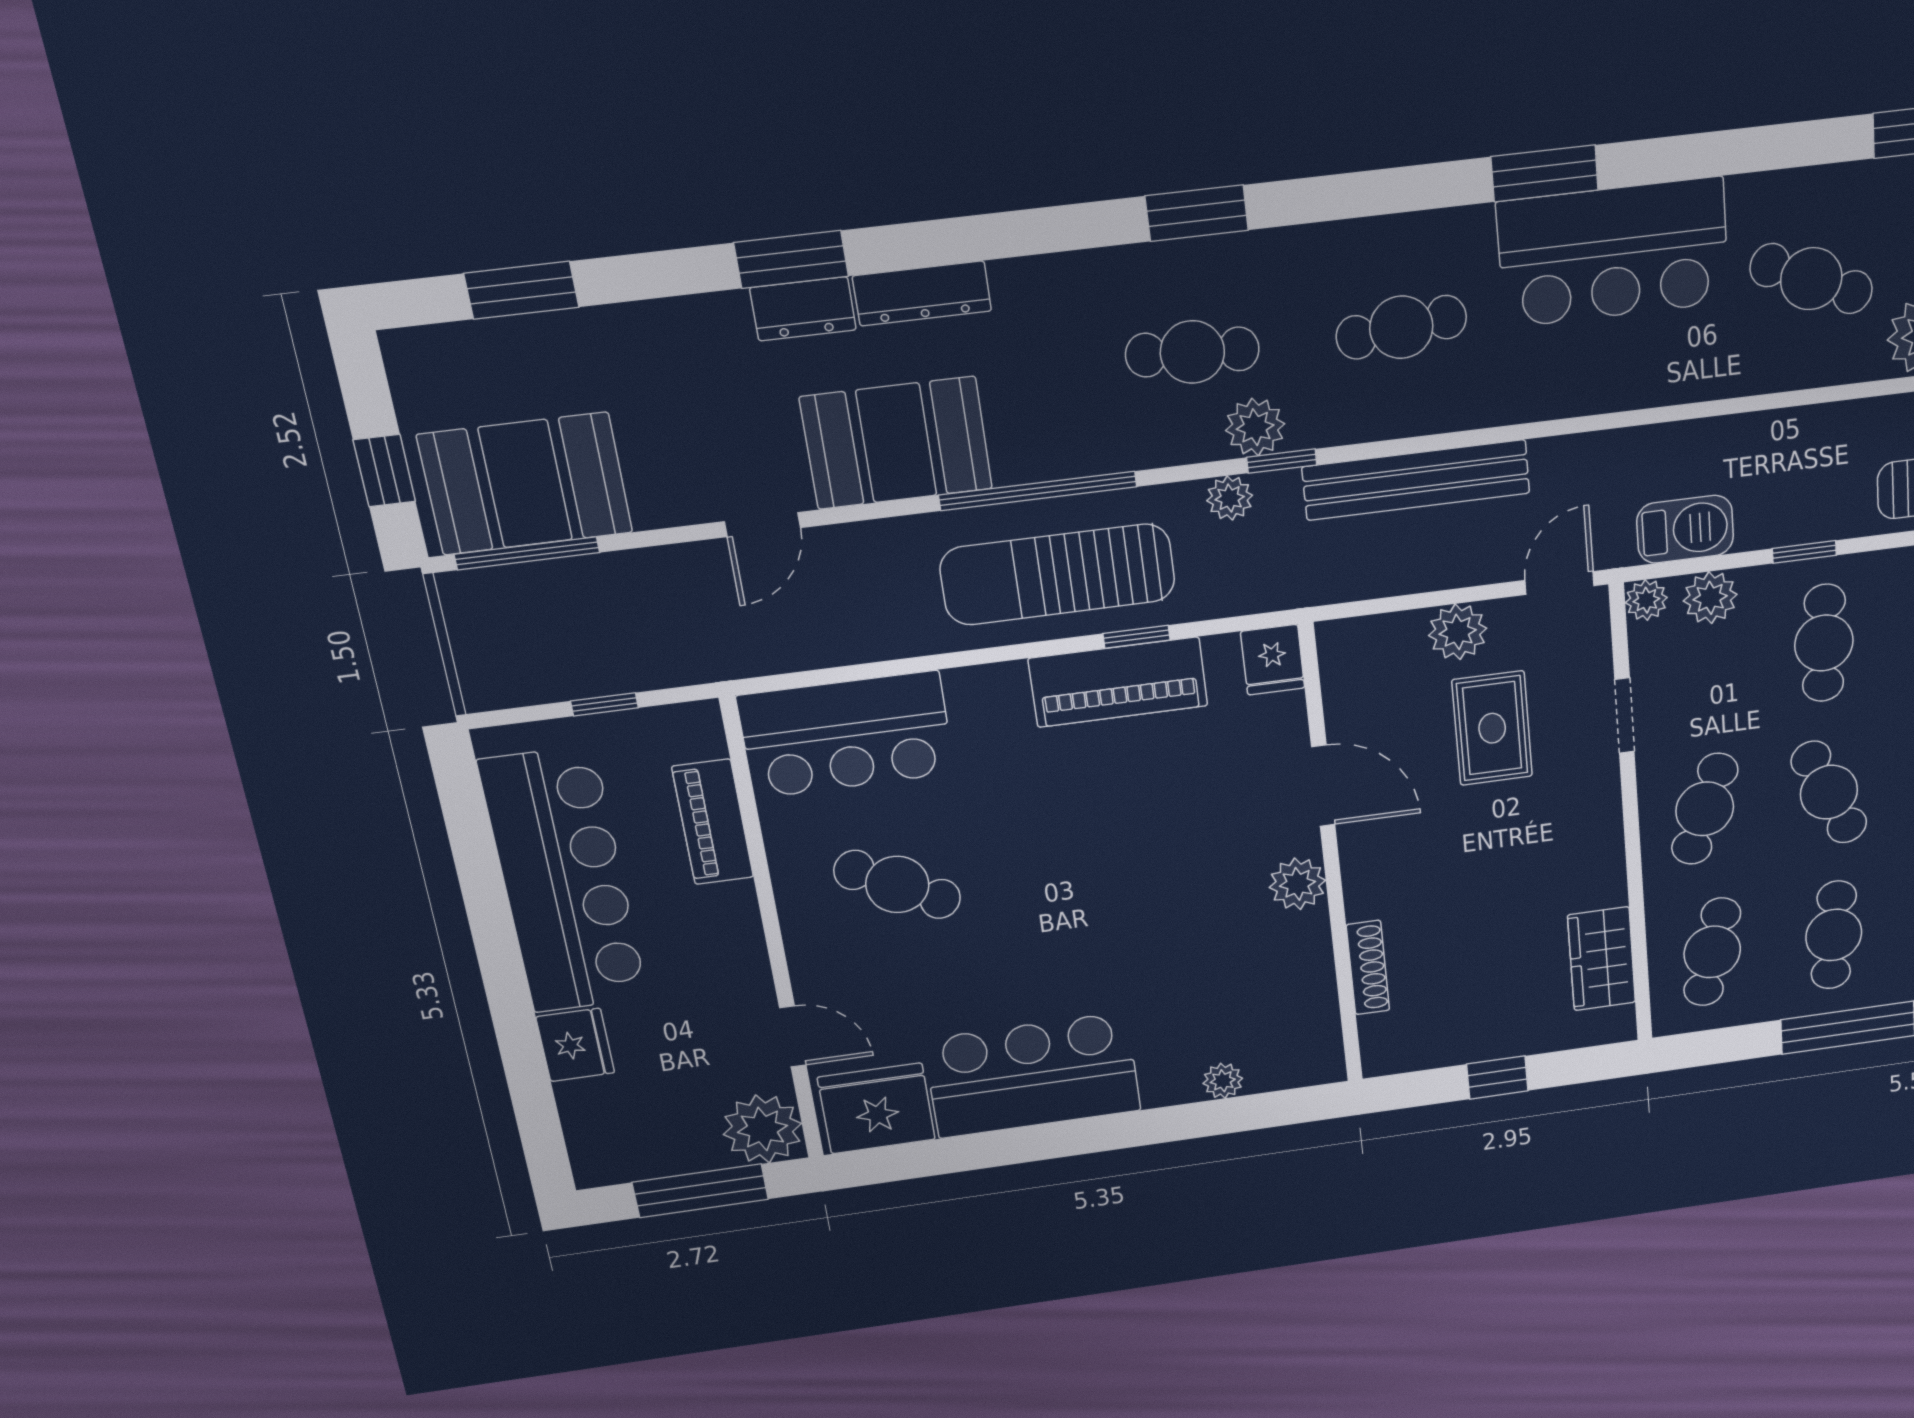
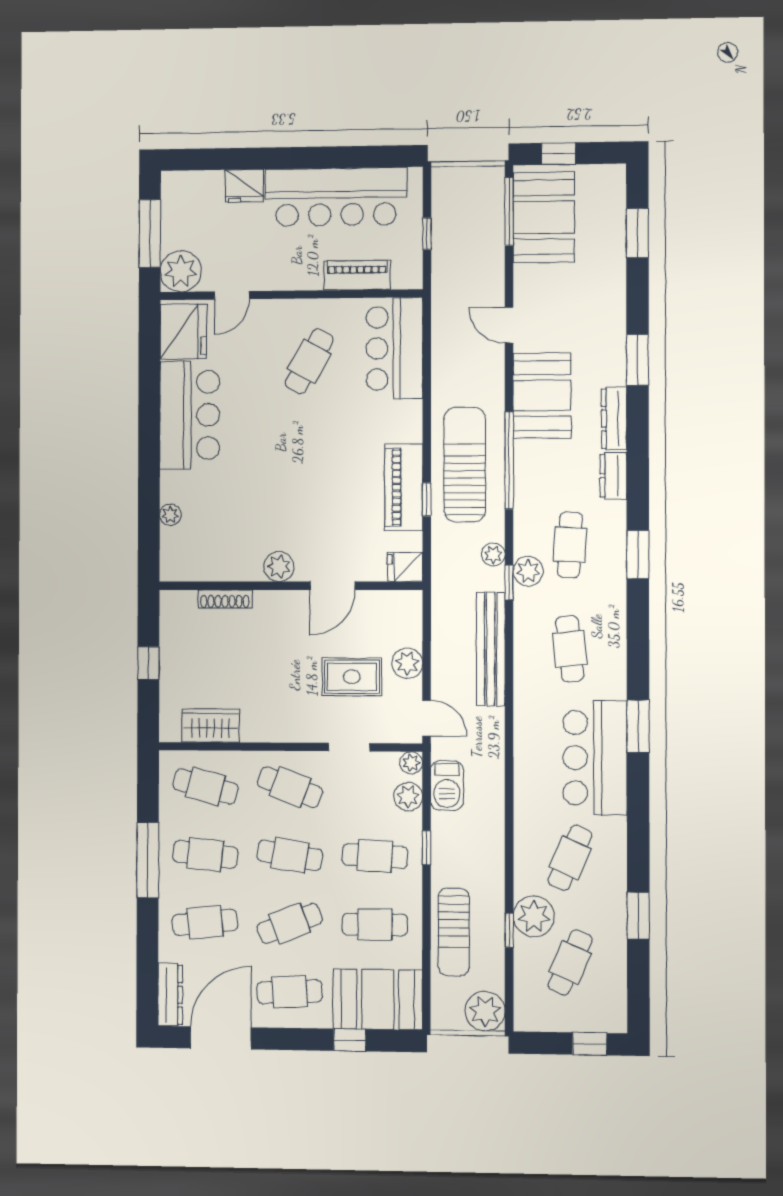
dresser: (803, 309) -> (613, 476), moved
cafe table: (1829, 792) -> (290, 855), turned 33

